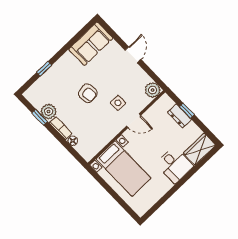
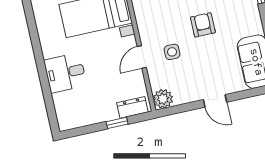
armchair: (88, 93) -> (203, 25), turned 97
dresser: (179, 116) -> (132, 107), moved
wardrobe: (200, 149) -> (66, 111), removed

